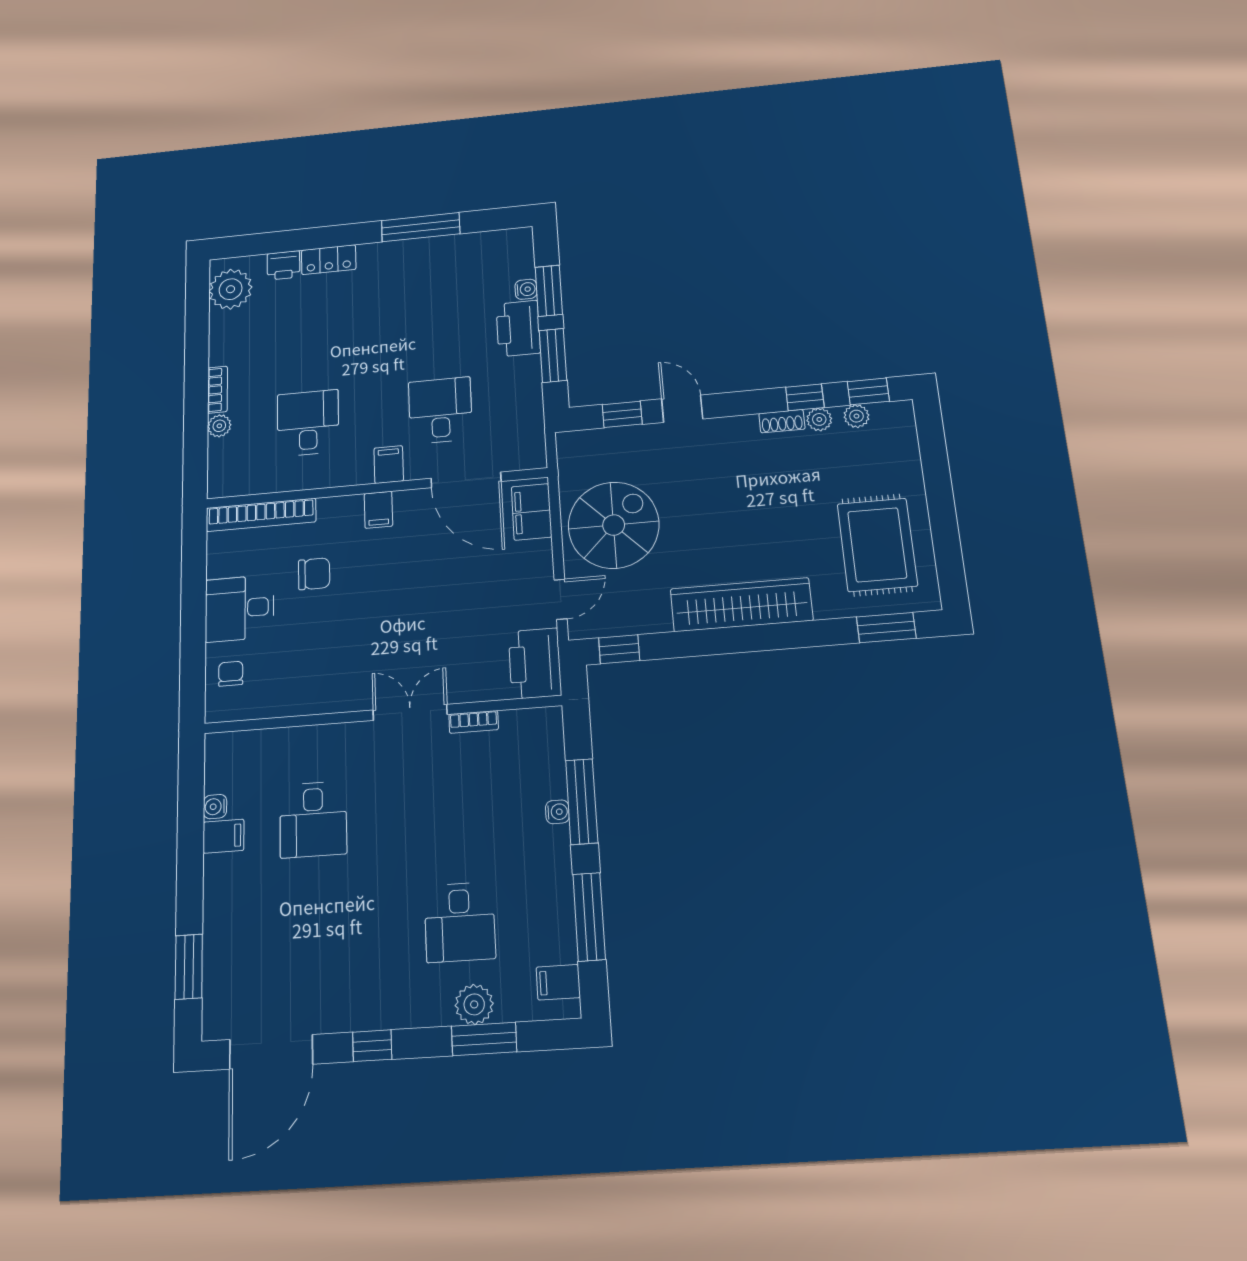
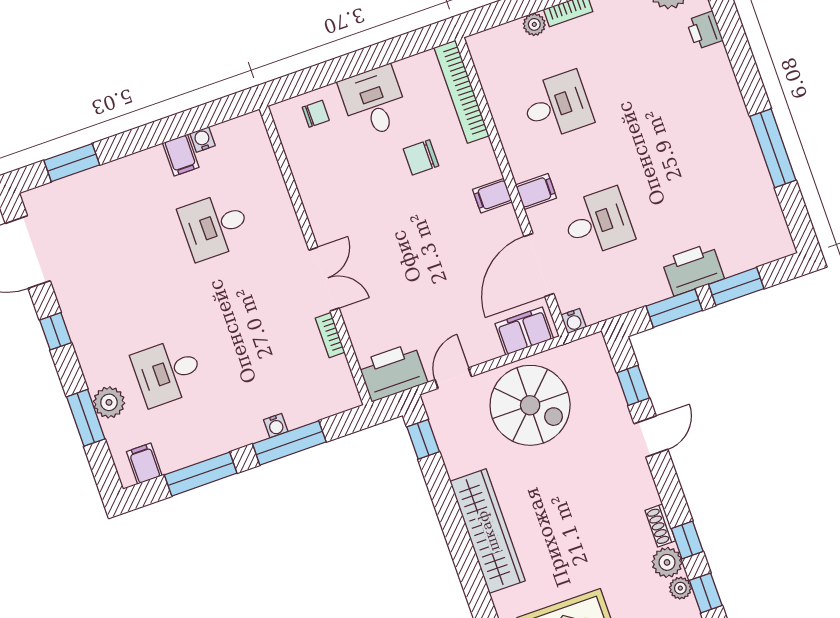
locker: (329, 260) -> (720, 71), removed
water cooler: (526, 289) -> (574, 321), moved
plant: (819, 419) -> (667, 562), width x1.38, depth x1.38
chair: (314, 574) -> (421, 157), turned 90
door: (561, 599) -> (453, 378), swing flipped

